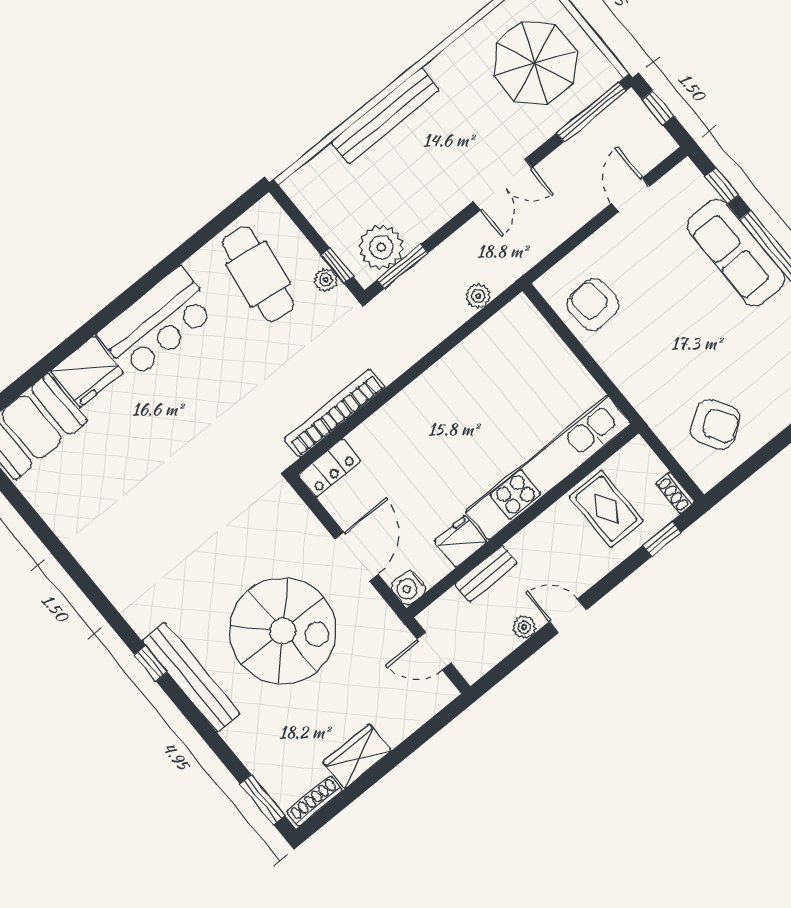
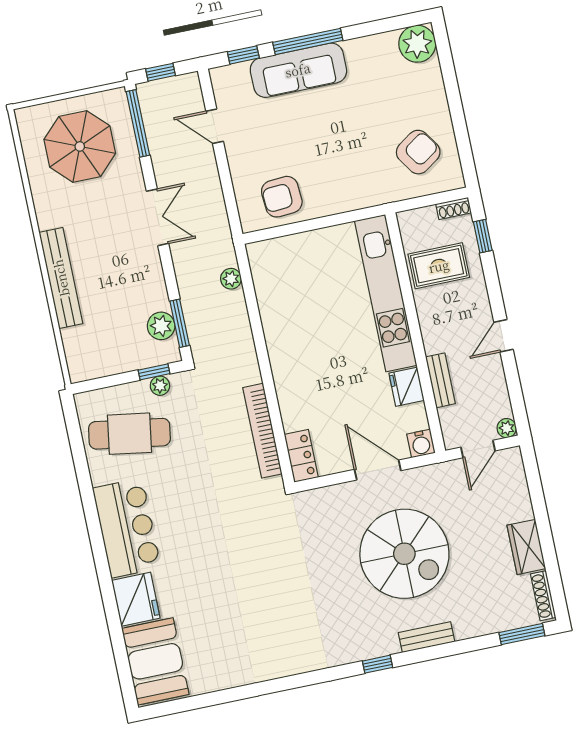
plant: (381, 247) -> (161, 326), width x0.73, depth x0.73
plant: (524, 627) -> (507, 428), moved
spiral stairs: (283, 631) -> (404, 554), turned 90
bench: (191, 677) -> (426, 637), width x0.54, depth x0.82

